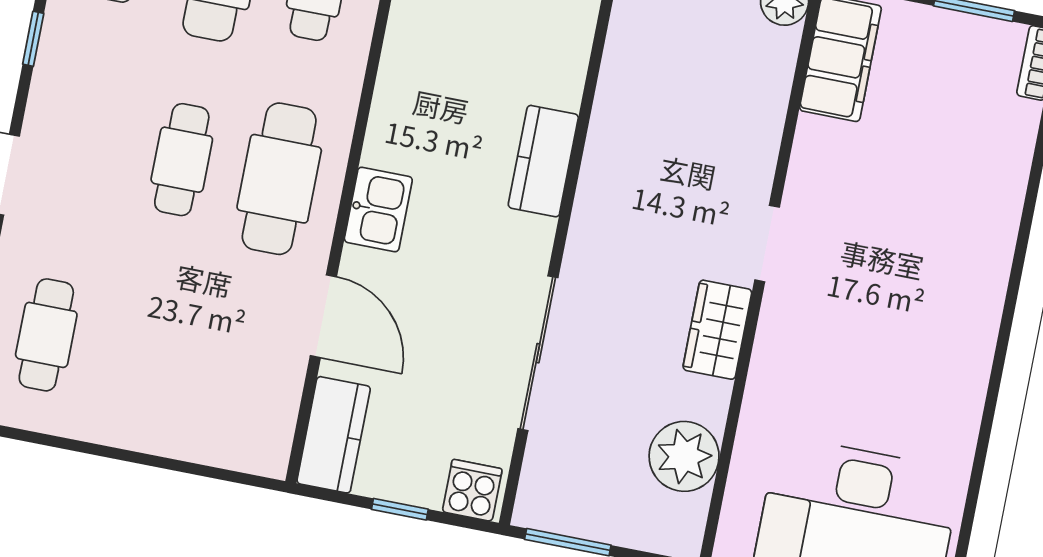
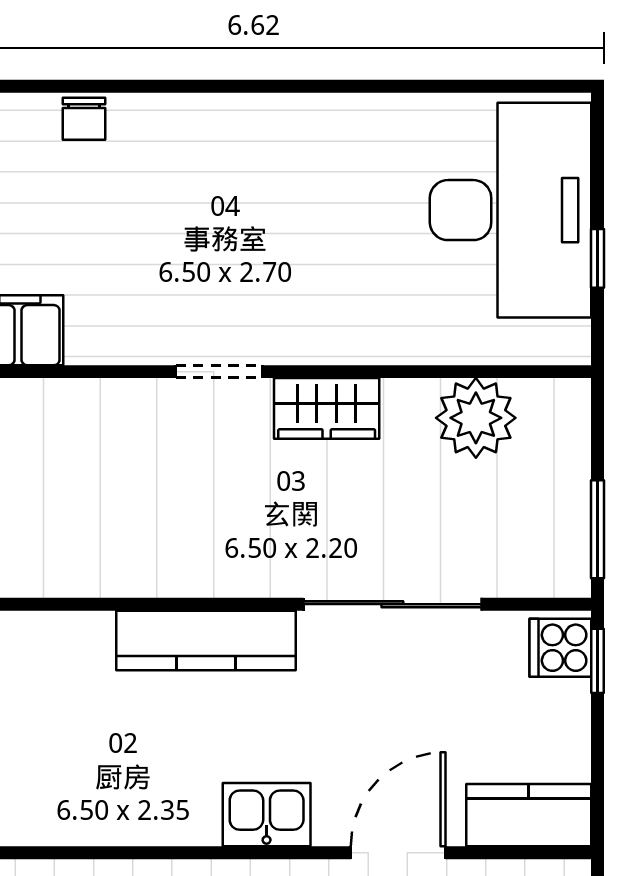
kitchen counter: (543, 161) -> (206, 640), width x1.50
chair: (1007, 170) -> (84, 119), added
window: (400, 509) -> (597, 661), moved

